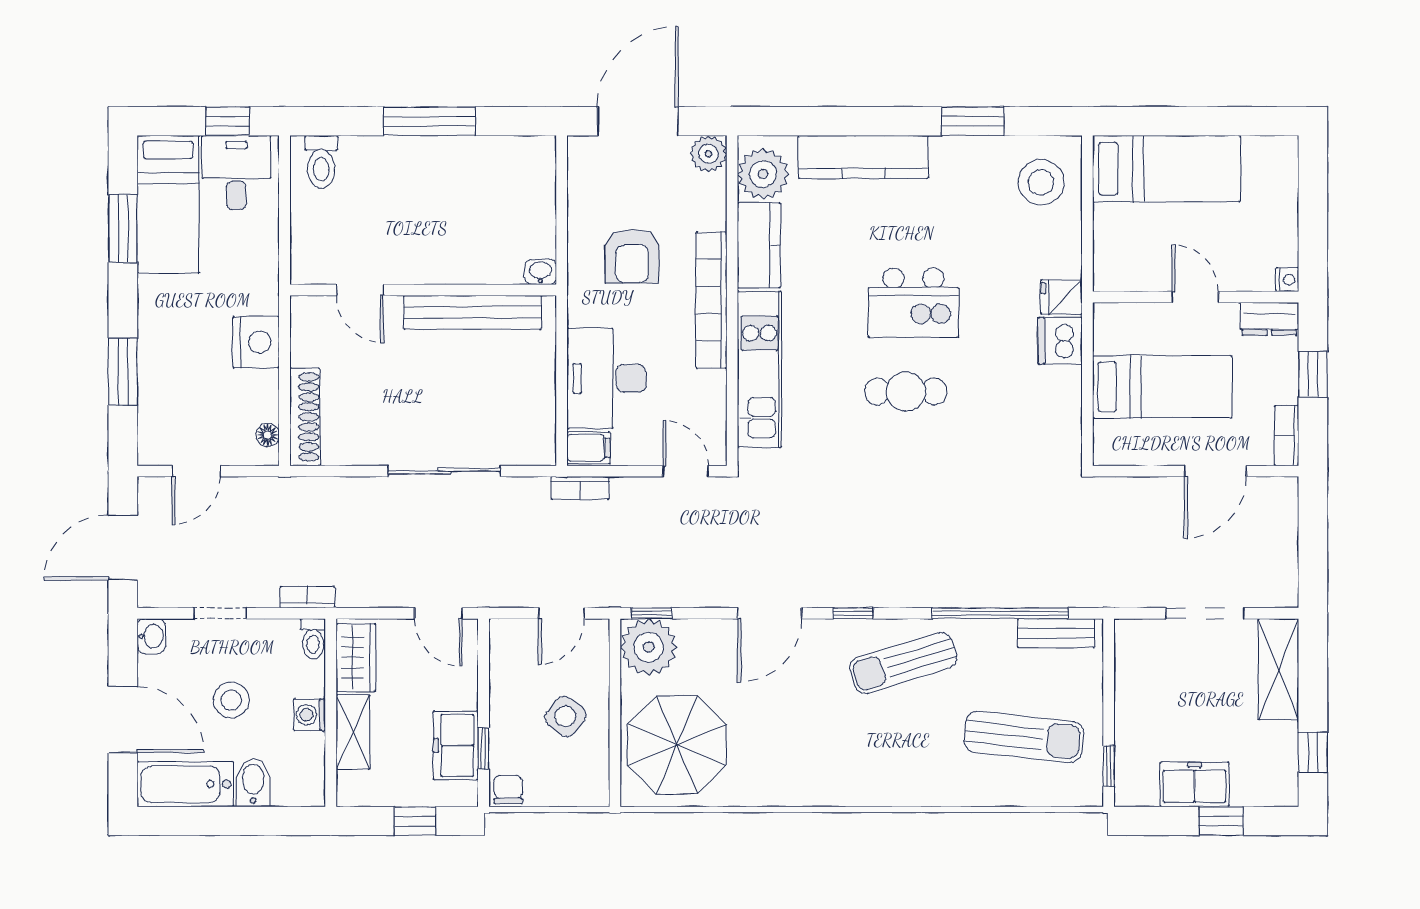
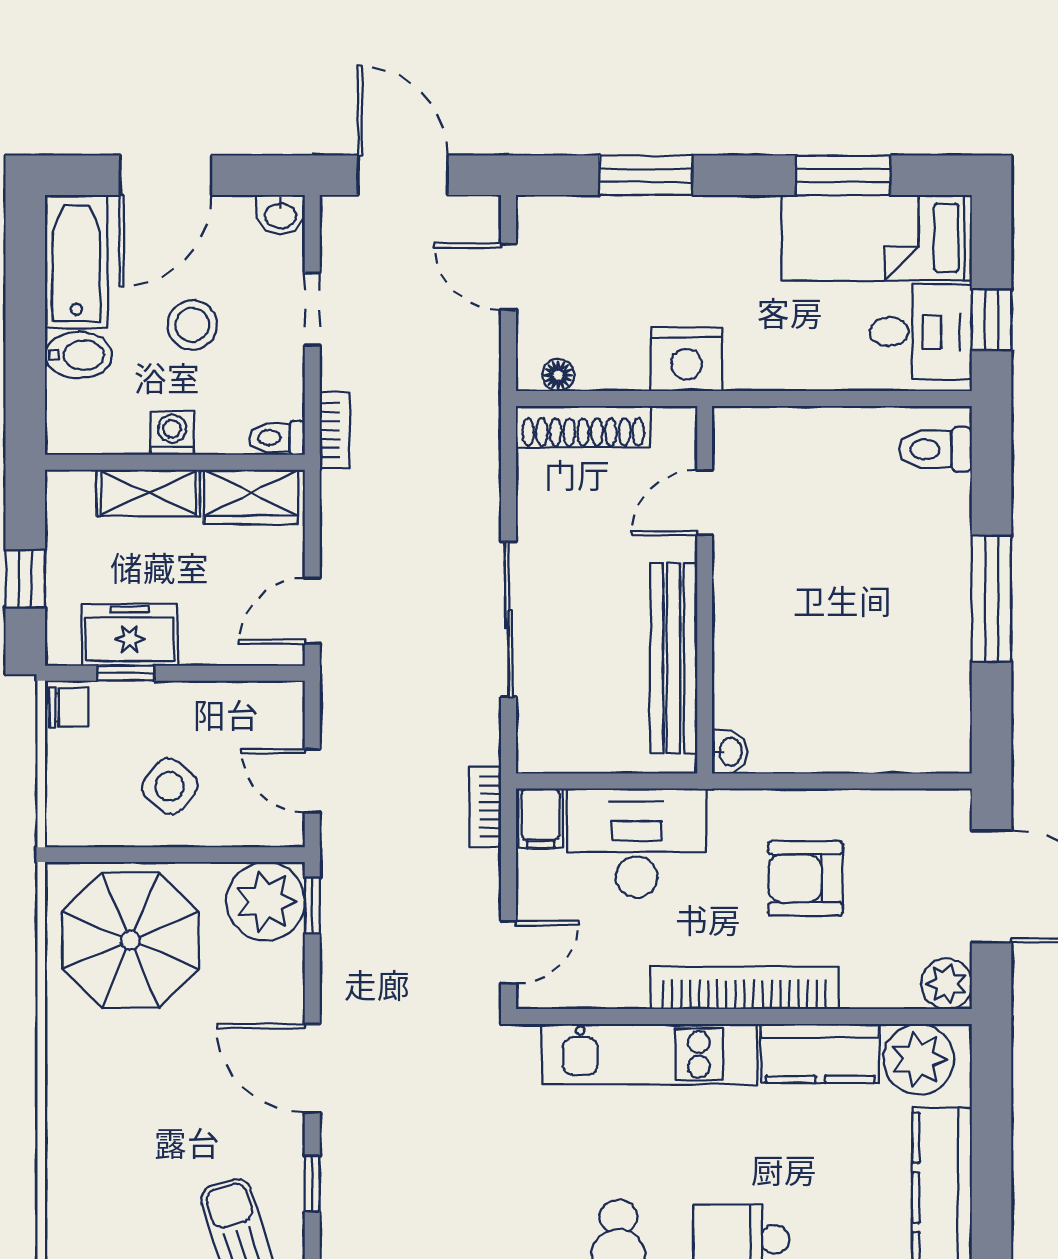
washbasin: (540, 272) -> (730, 752), moved
door: (360, 290) -> (705, 503), moved
wall: (423, 290) -> (705, 590), moved
bench: (473, 312) -> (674, 658), moved

